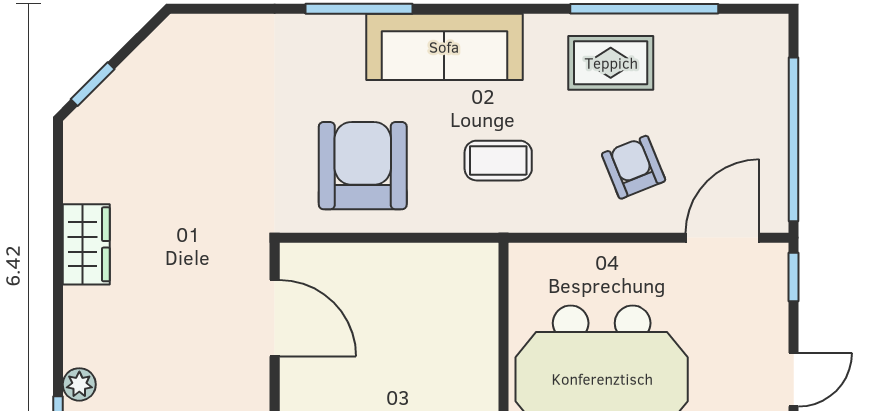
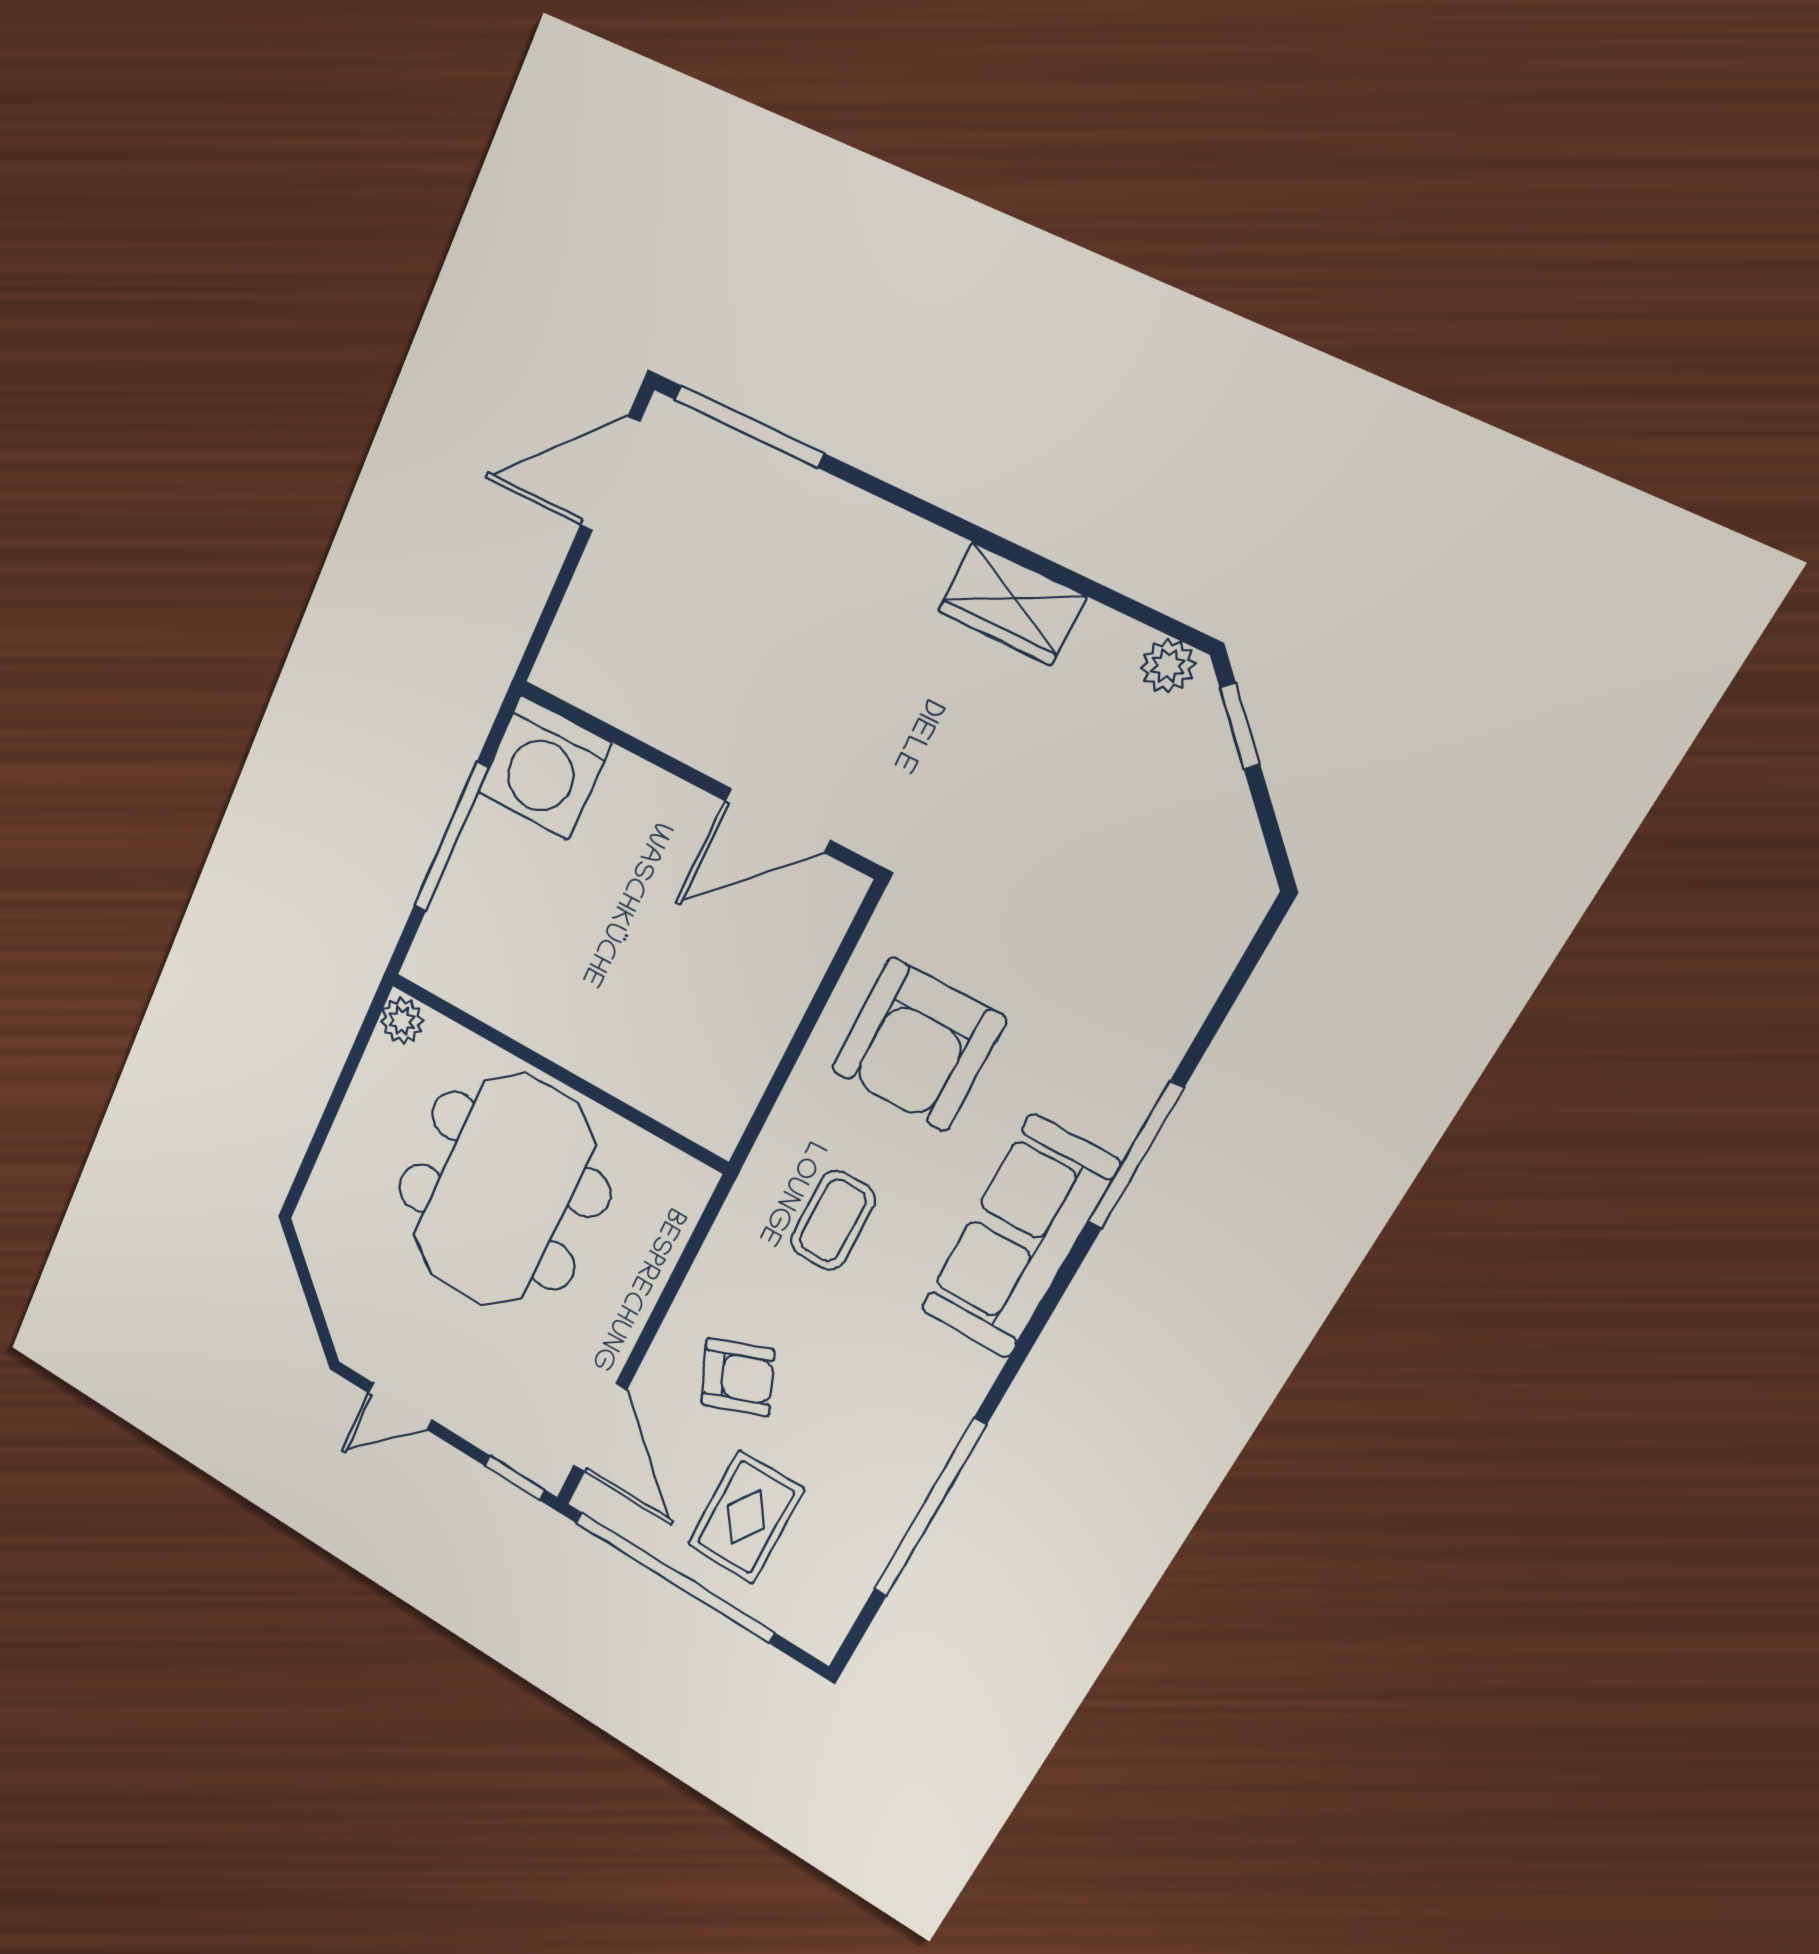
rug: (611, 63) -> (746, 1517), moved
armchair: (363, 166) -> (918, 1045), turned 90
door: (794, 380) -> (400, 1406), hinge flipped
plant: (79, 384) -> (1168, 666), moved

